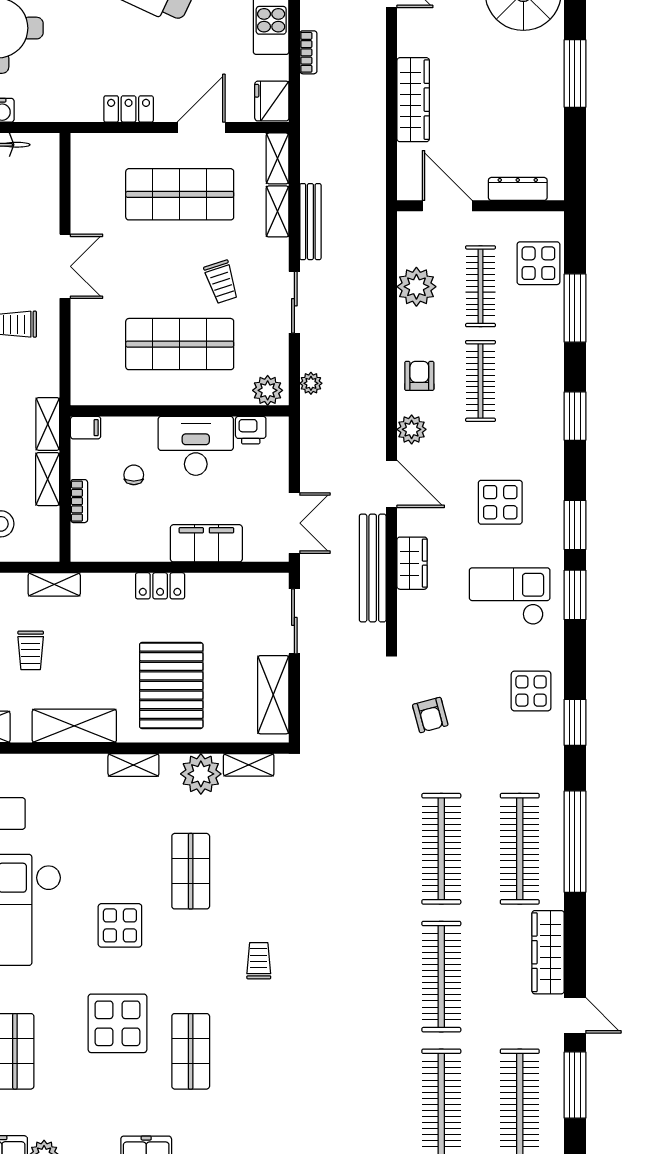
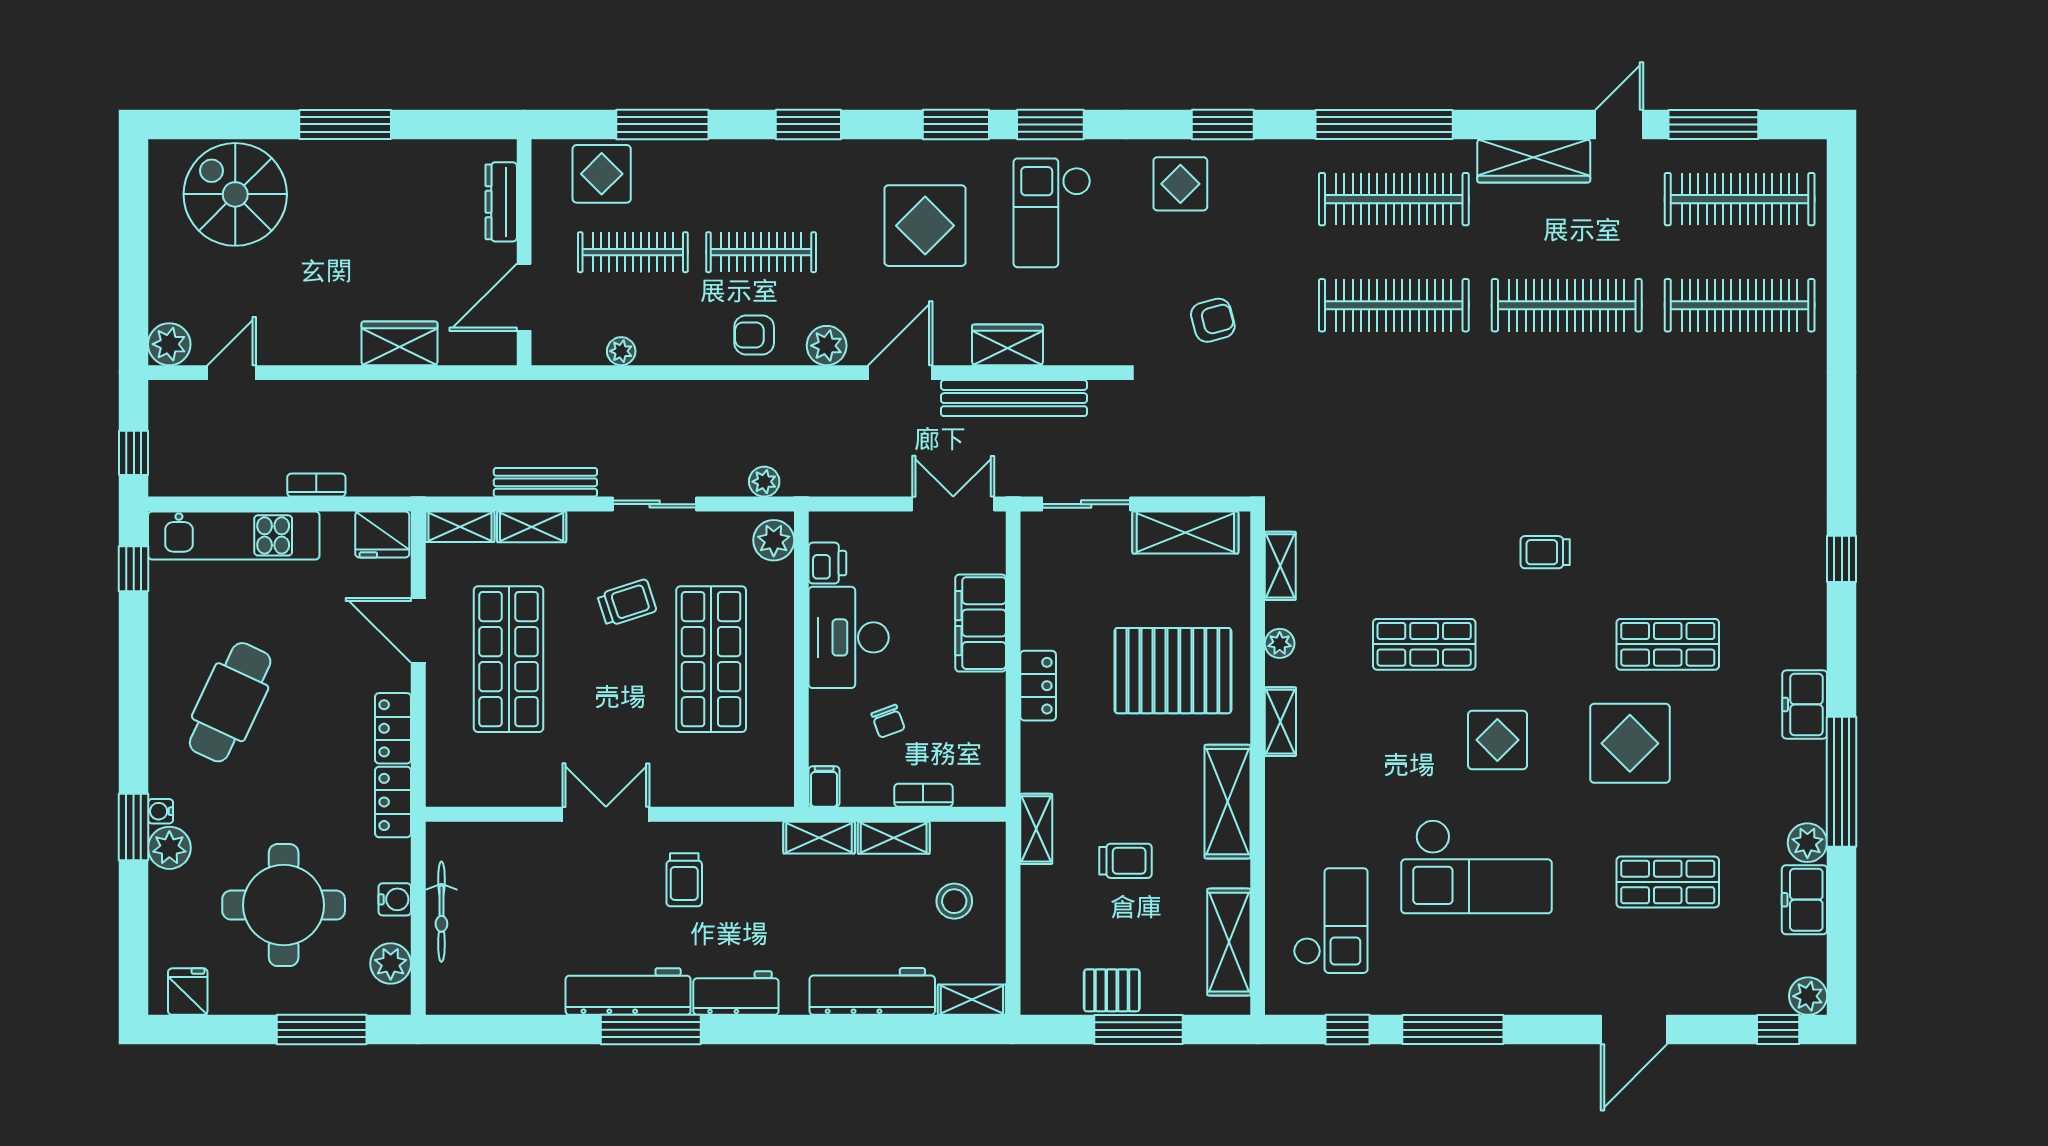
wardrobe: (413, 100) -> (399, 343), width x0.67
locker: (74, 109) -> (393, 802), added
plant: (416, 287) -> (621, 351), width x0.53, depth x0.53
chair: (134, 475) -> (888, 721), turned -110
display table: (500, 502) -> (925, 226), width x1.36, depth x1.36
plant: (201, 774) -> (1280, 643), width x0.53, depth x0.53

